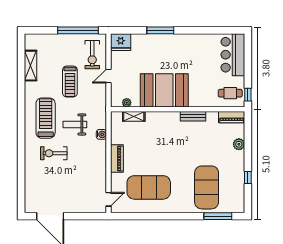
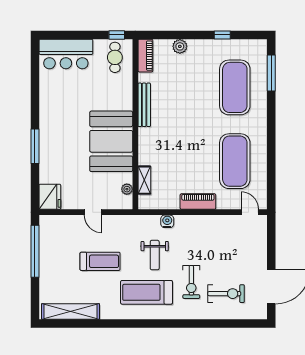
exercise bike: (92, 55) -> (226, 294), moved
shelving: (30, 66) -> (70, 312), width x1.47
bench: (193, 116) -> (144, 105), width x1.36
exercise mat: (207, 187) -> (235, 87), turned 90

